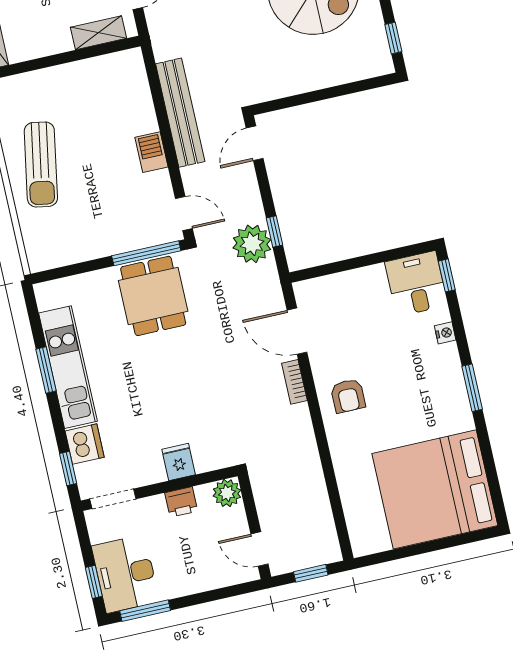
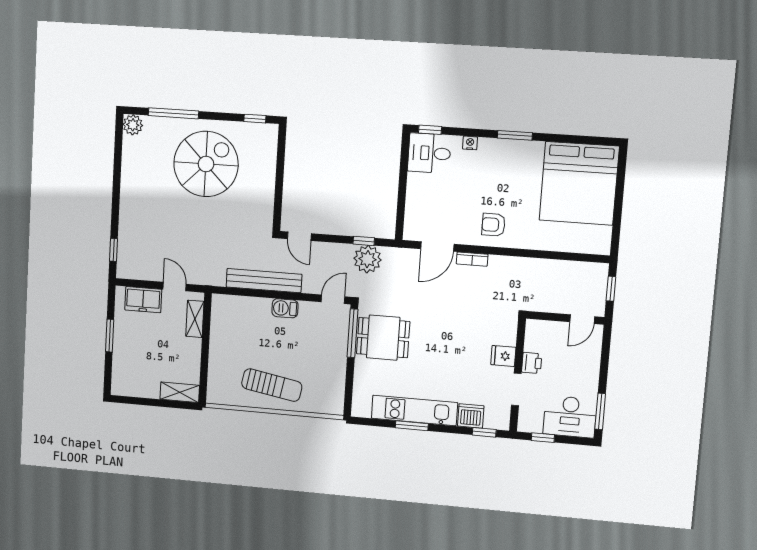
armchair: (348, 396) -> (493, 225), turned 180
plant: (227, 493) -> (536, 330), removed
doorway: (113, 499) -> (516, 389), moved
window: (94, 582) -> (543, 438), moved

